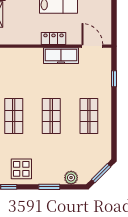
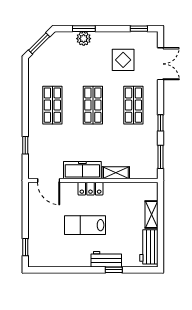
shelving: (30, 53) -> (116, 173), added
display table: (21, 169) -> (123, 60), moved
plant: (71, 178) -> (84, 39), moved
window: (49, 187) -> (84, 29), moved

